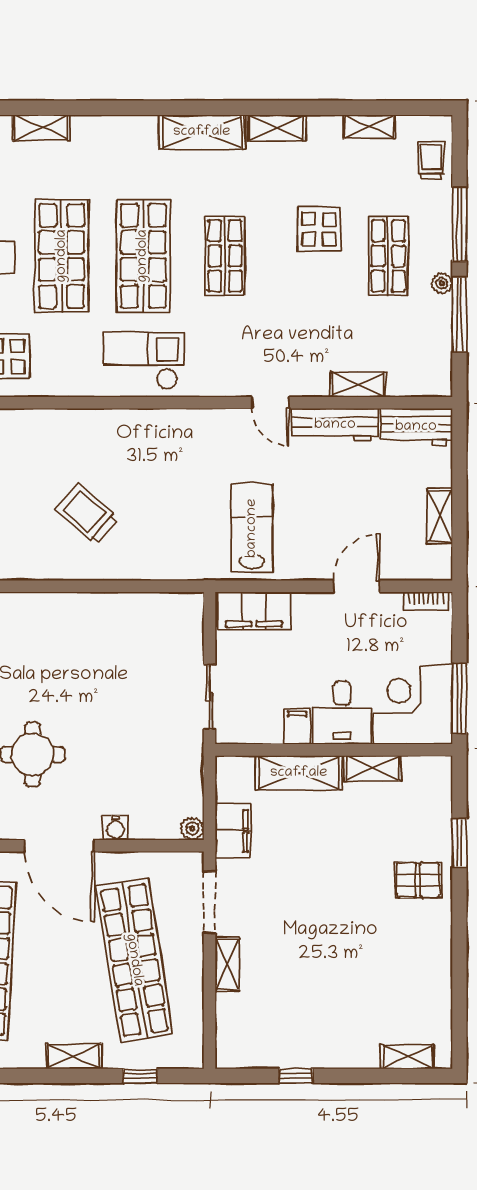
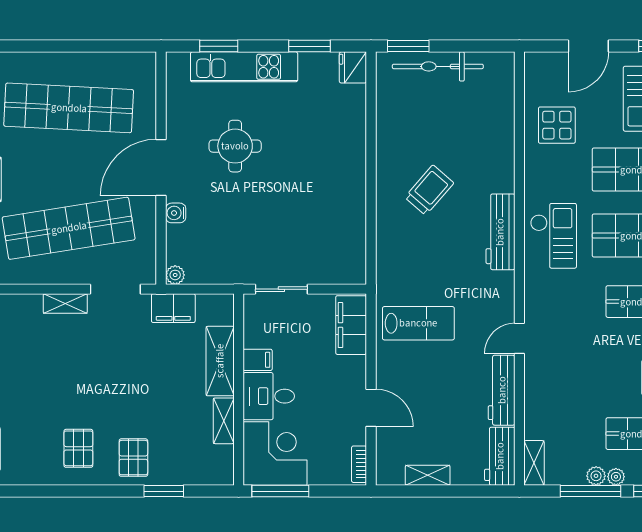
plant: (440, 308) -> (596, 476), added
shelving: (358, 385) -> (534, 463), moved
workbench: (139, 426) -> (500, 232), added
pallet: (406, 948) -> (78, 448), added

